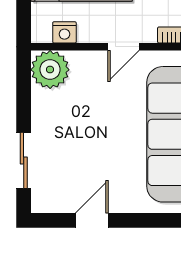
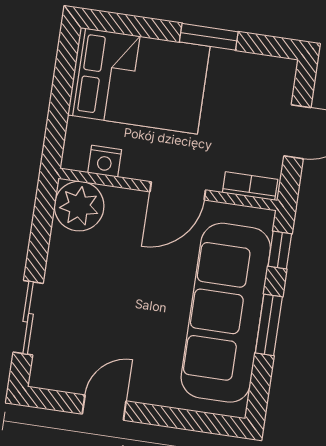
door: (124, 47) -> (178, 191), width x1.38

